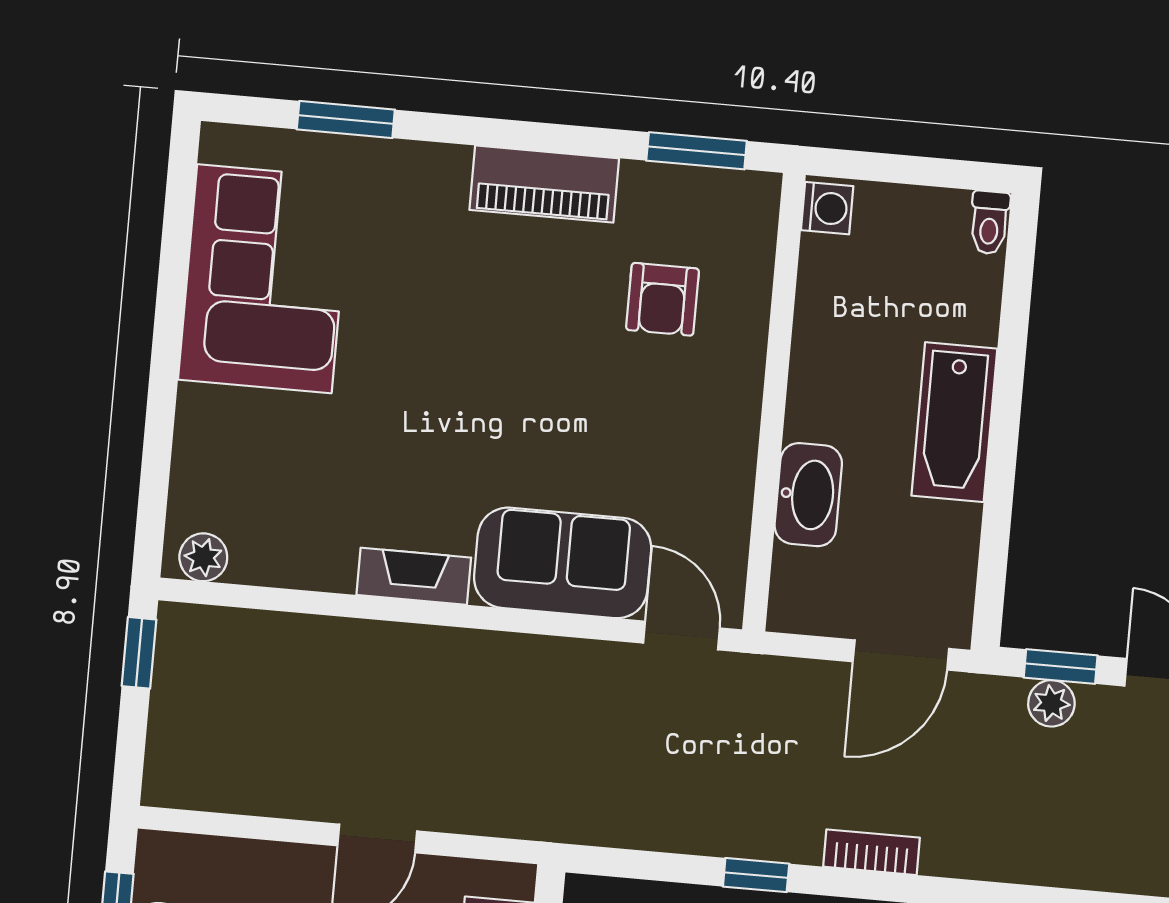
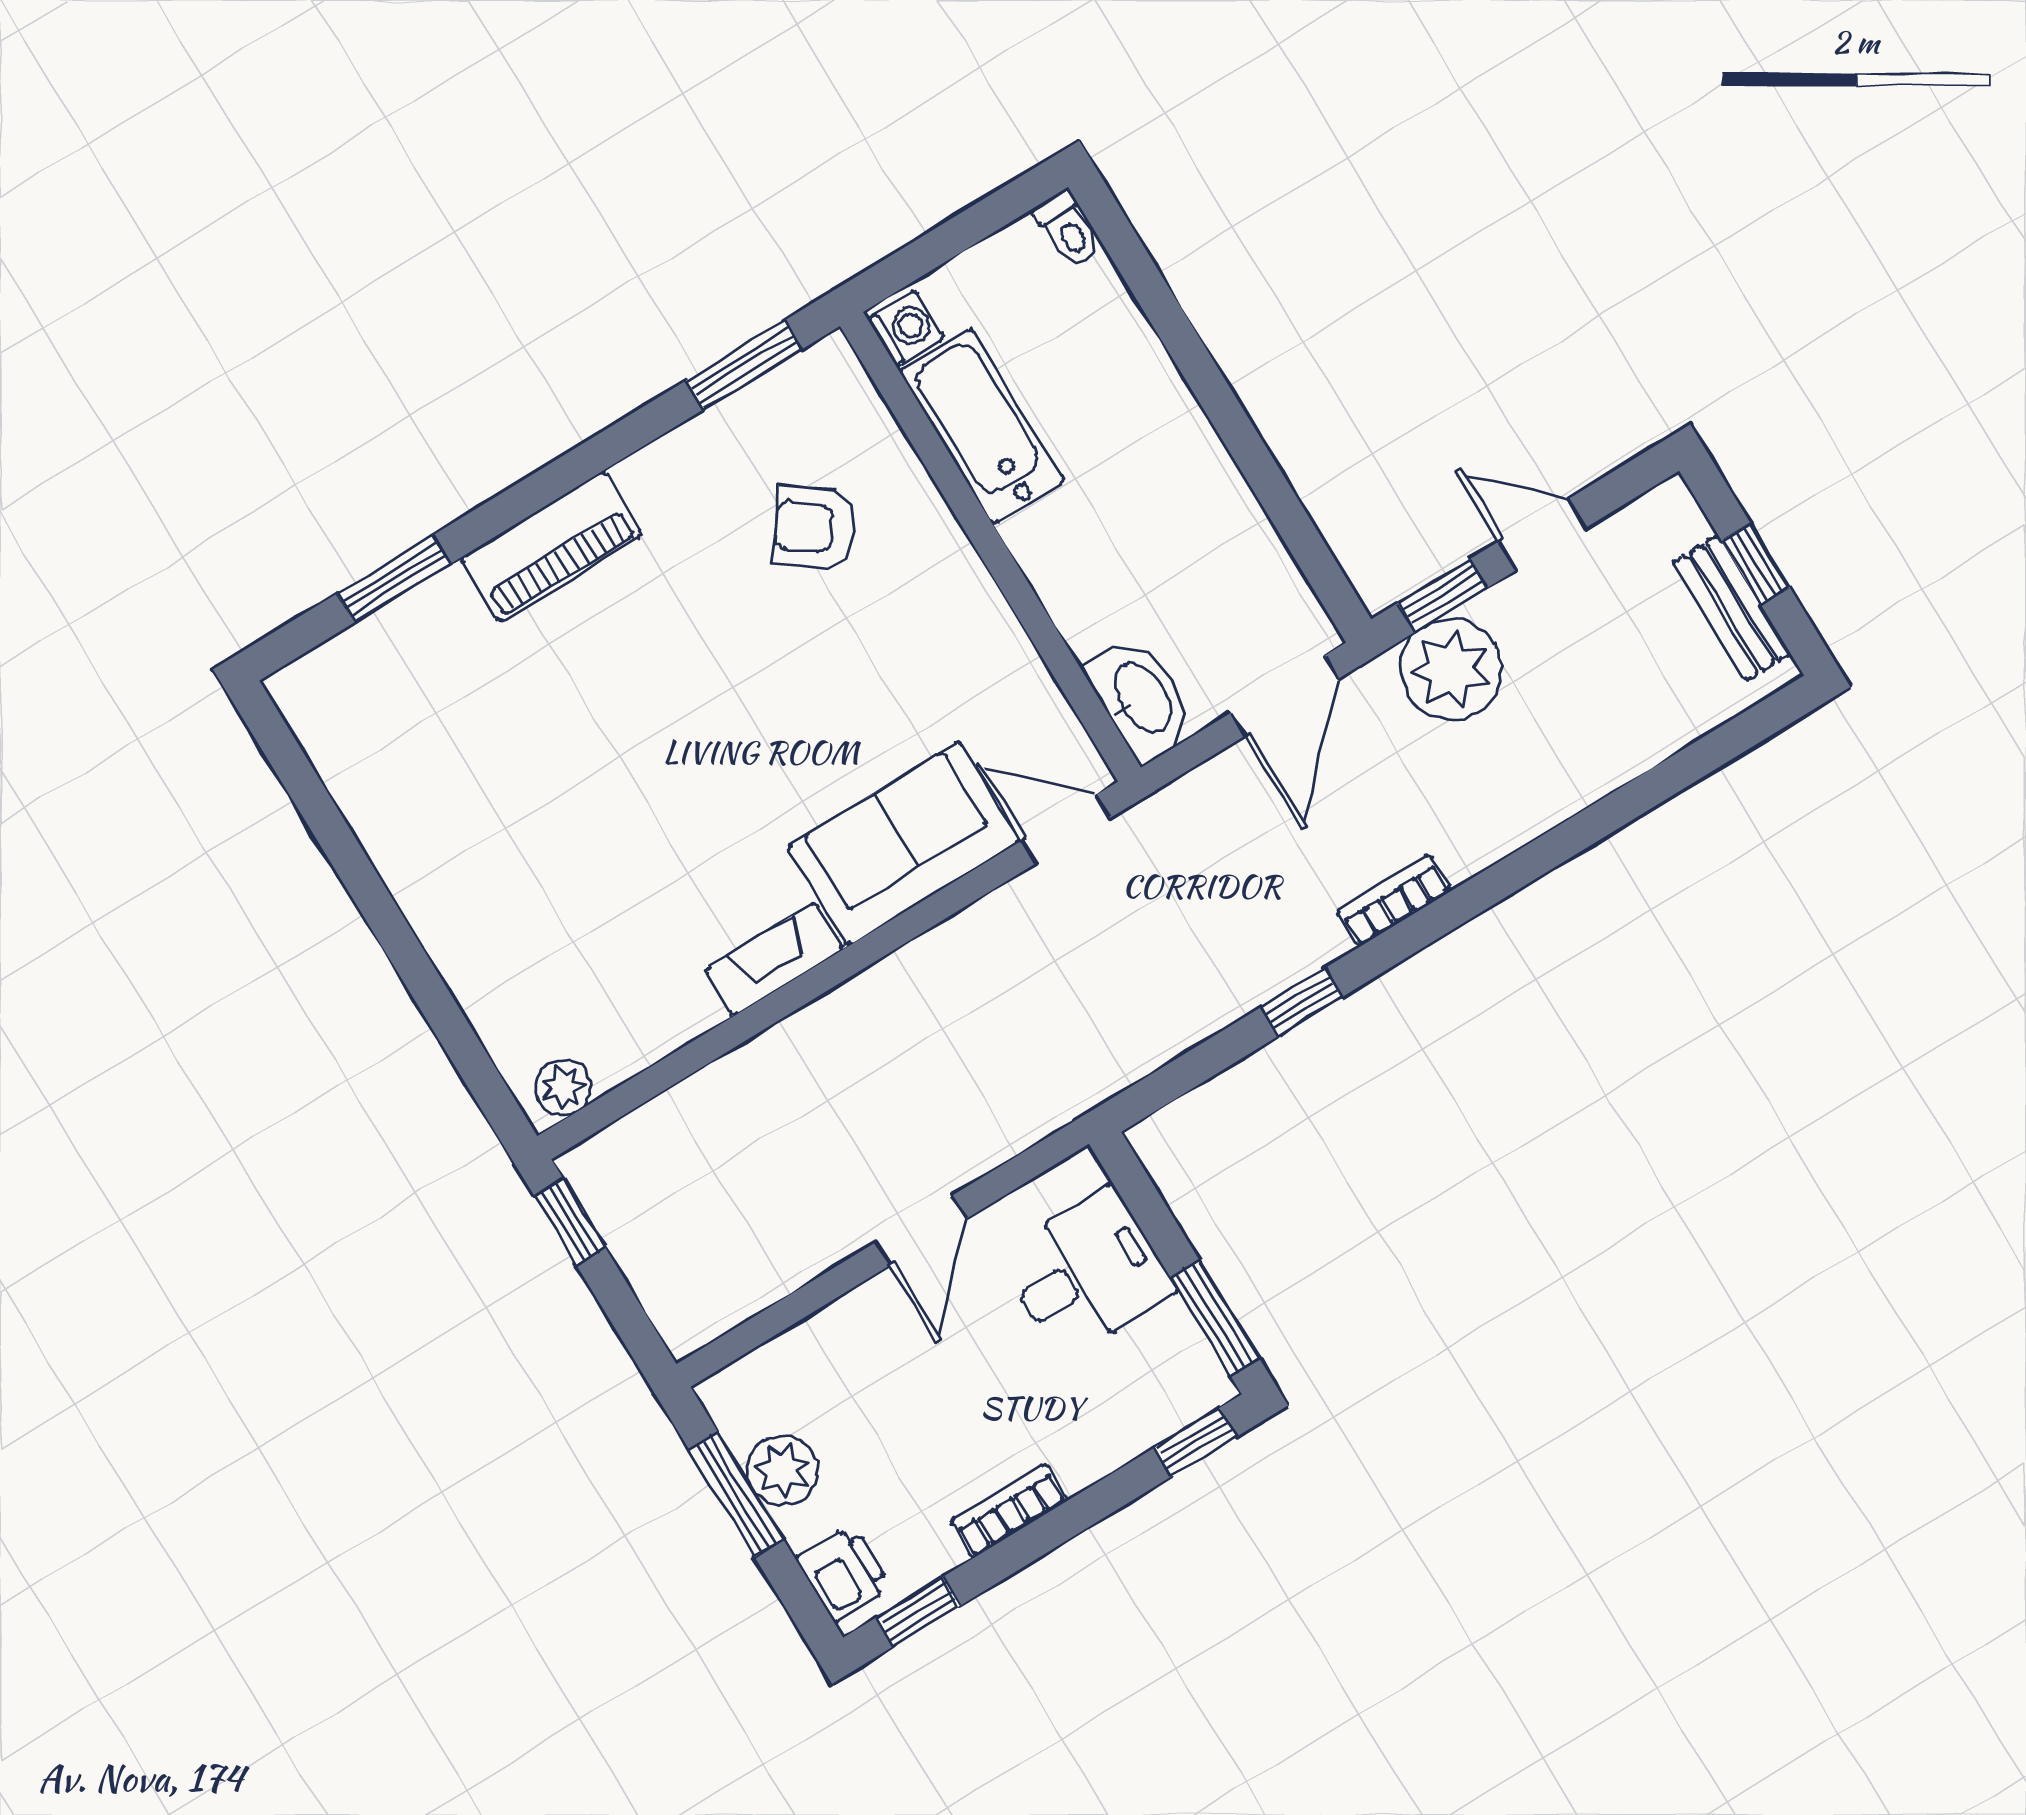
piano: (544, 184) -> (551, 546), moved
corner sofa: (264, 279) -> (428, 784), removed
armchair: (662, 299) -> (815, 528), turned 127
bathtub: (954, 422) -> (982, 426), moved, turned 180
washbasin: (808, 495) -> (1141, 699), moved
plant: (1051, 703) -> (1451, 669), width x1.88, depth x1.88

